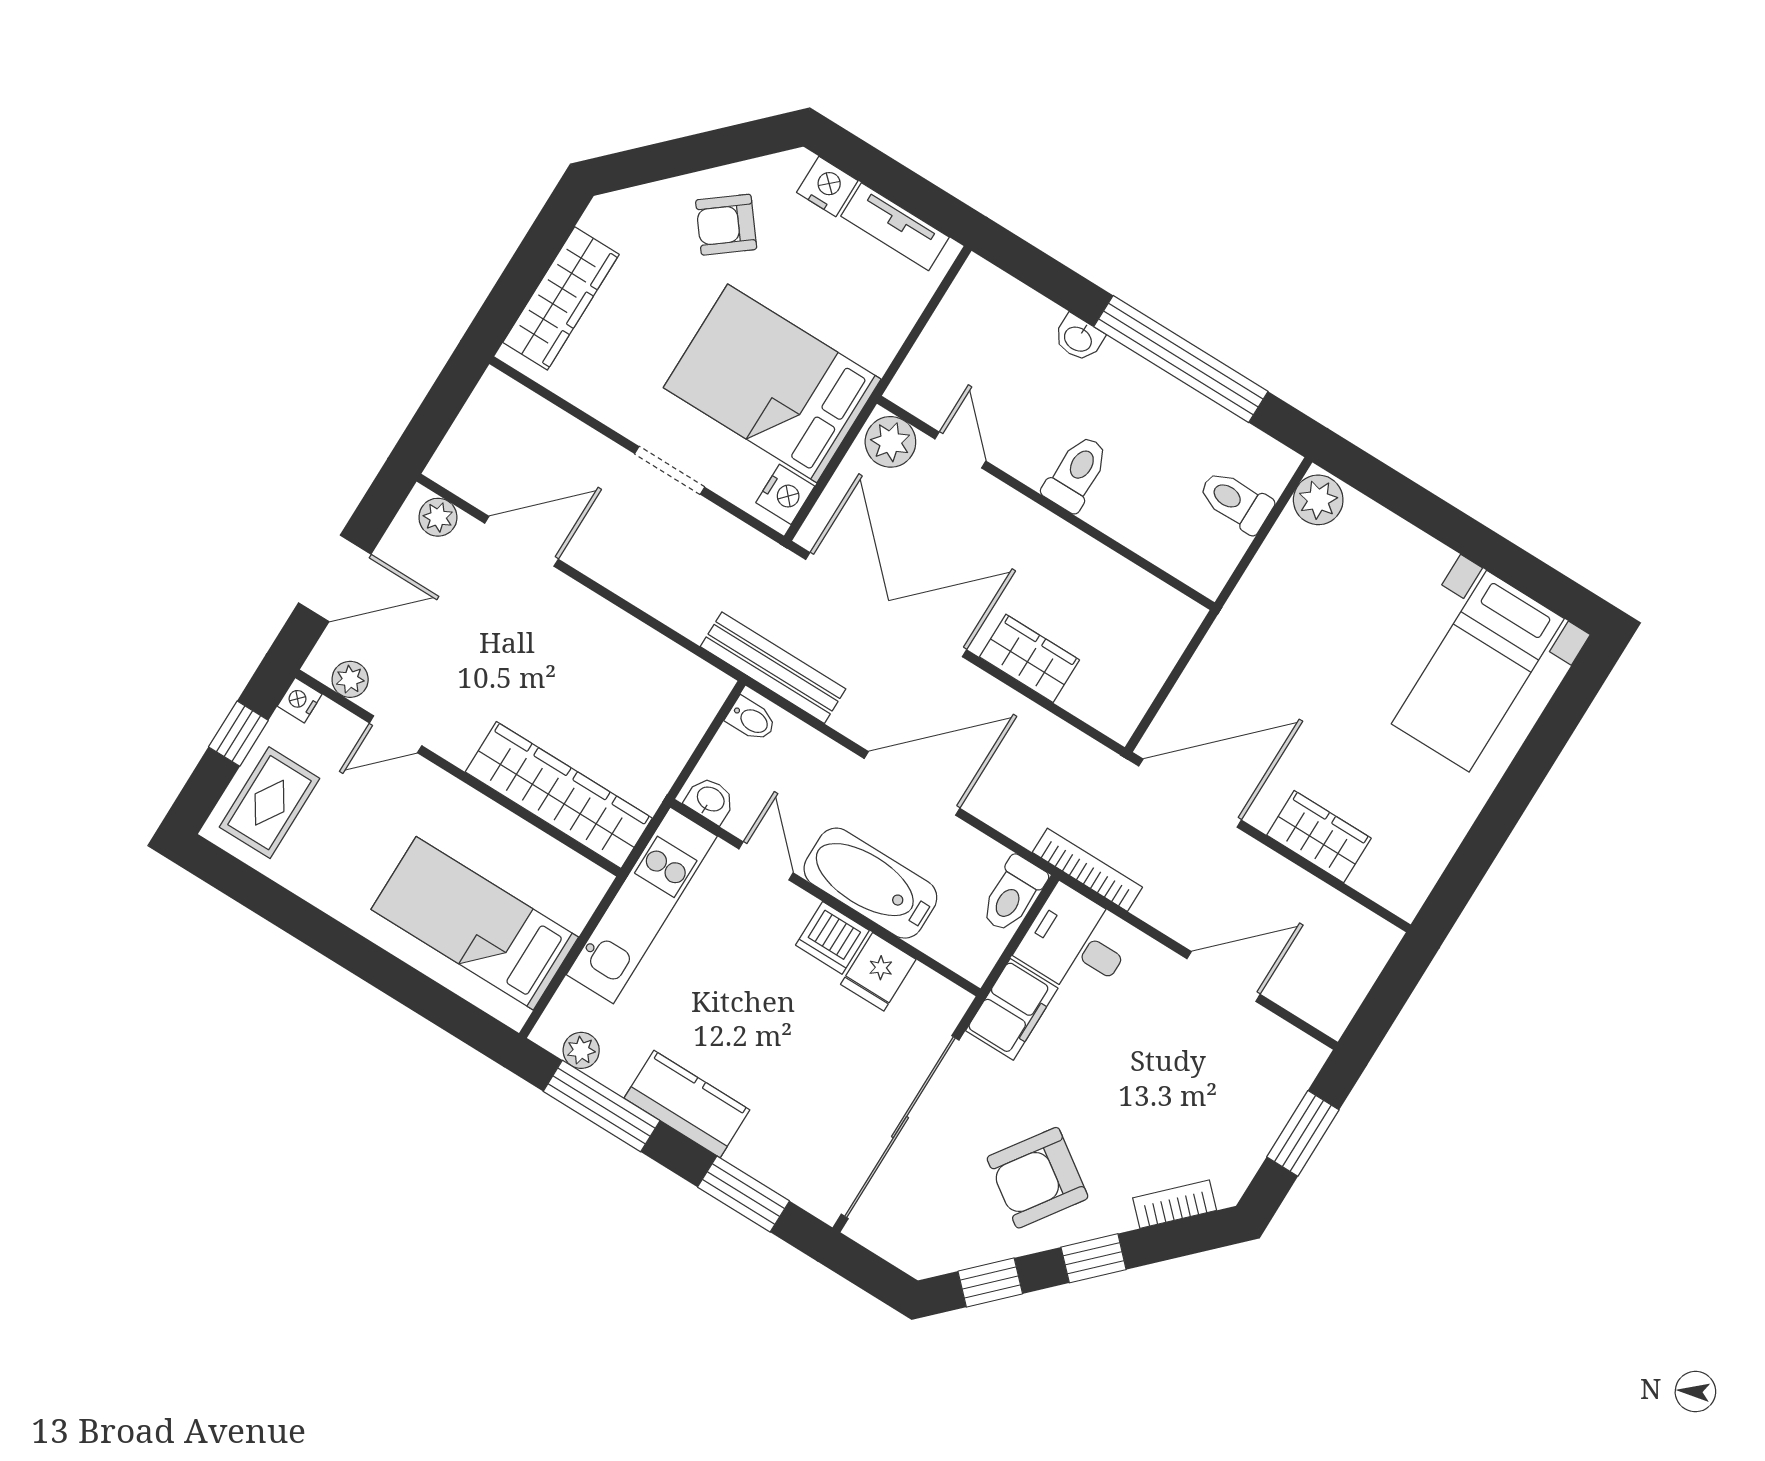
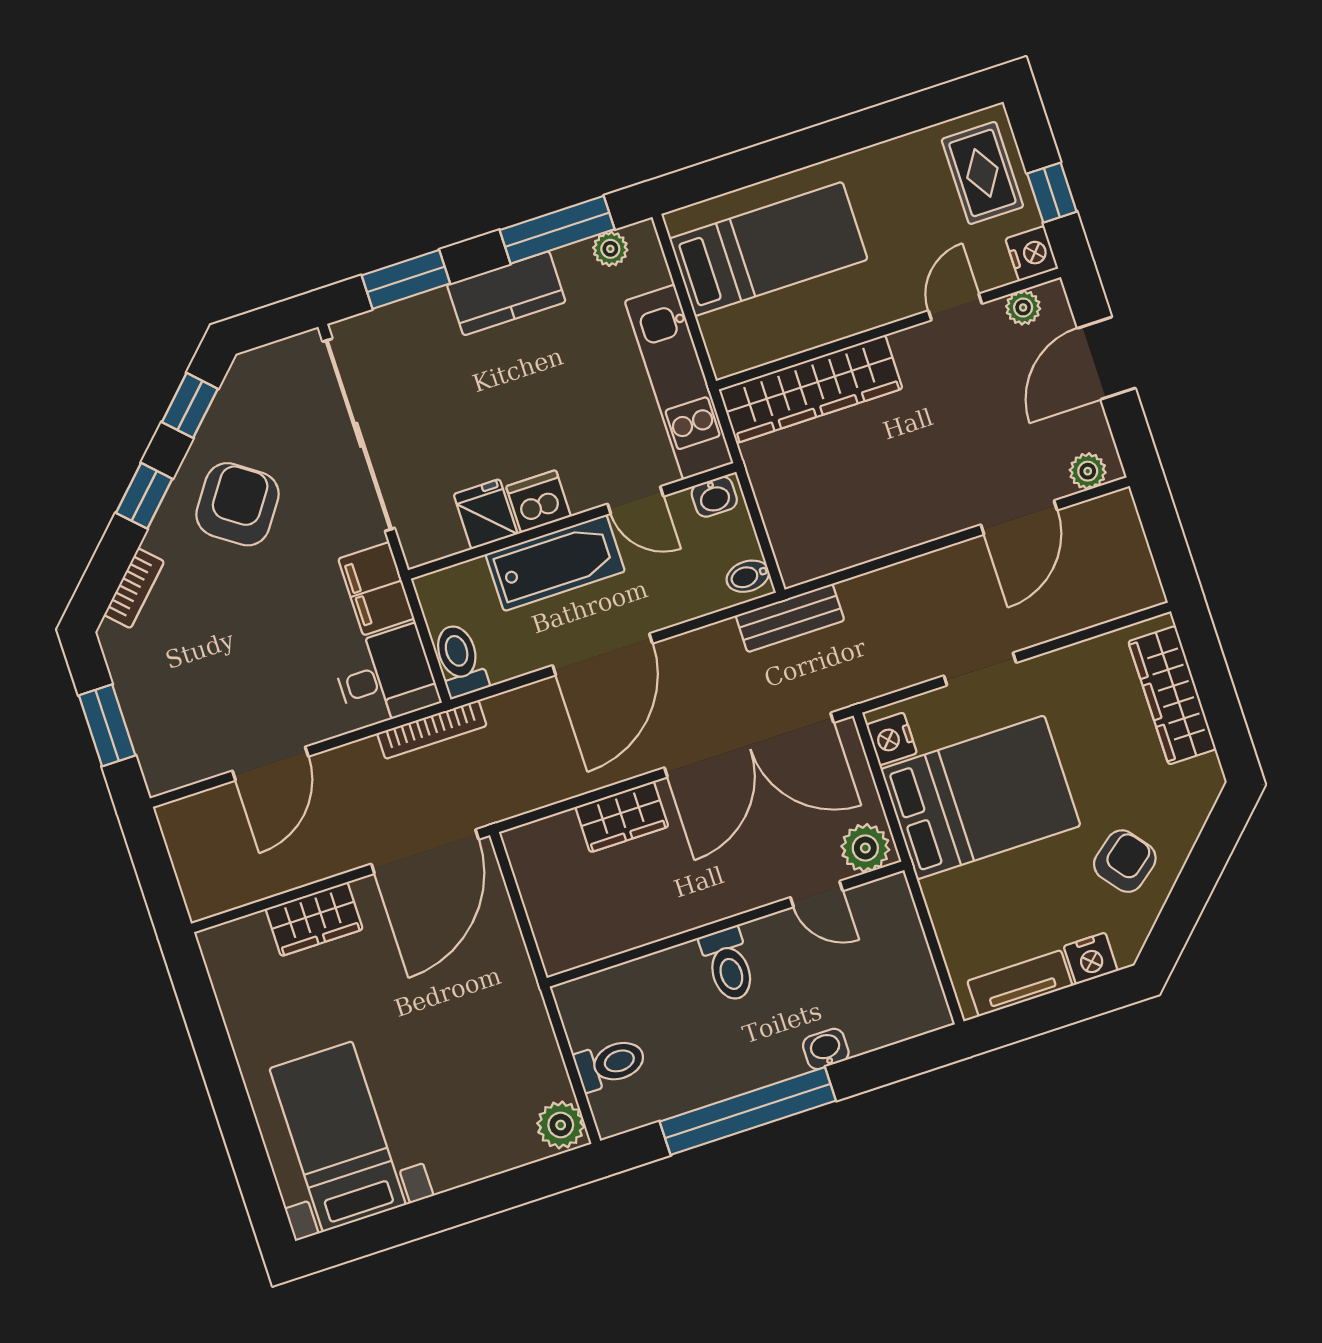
bench: (773, 668) -> (790, 618), width x0.73
nightstand: (300, 700) -> (1032, 254), width x1.39, depth x1.35

